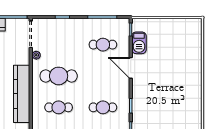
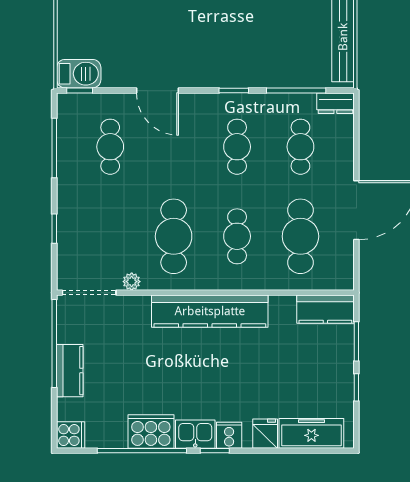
barbecue: (139, 43) -> (79, 74), moved
door: (131, 68) -> (157, 90), hinge flipped

